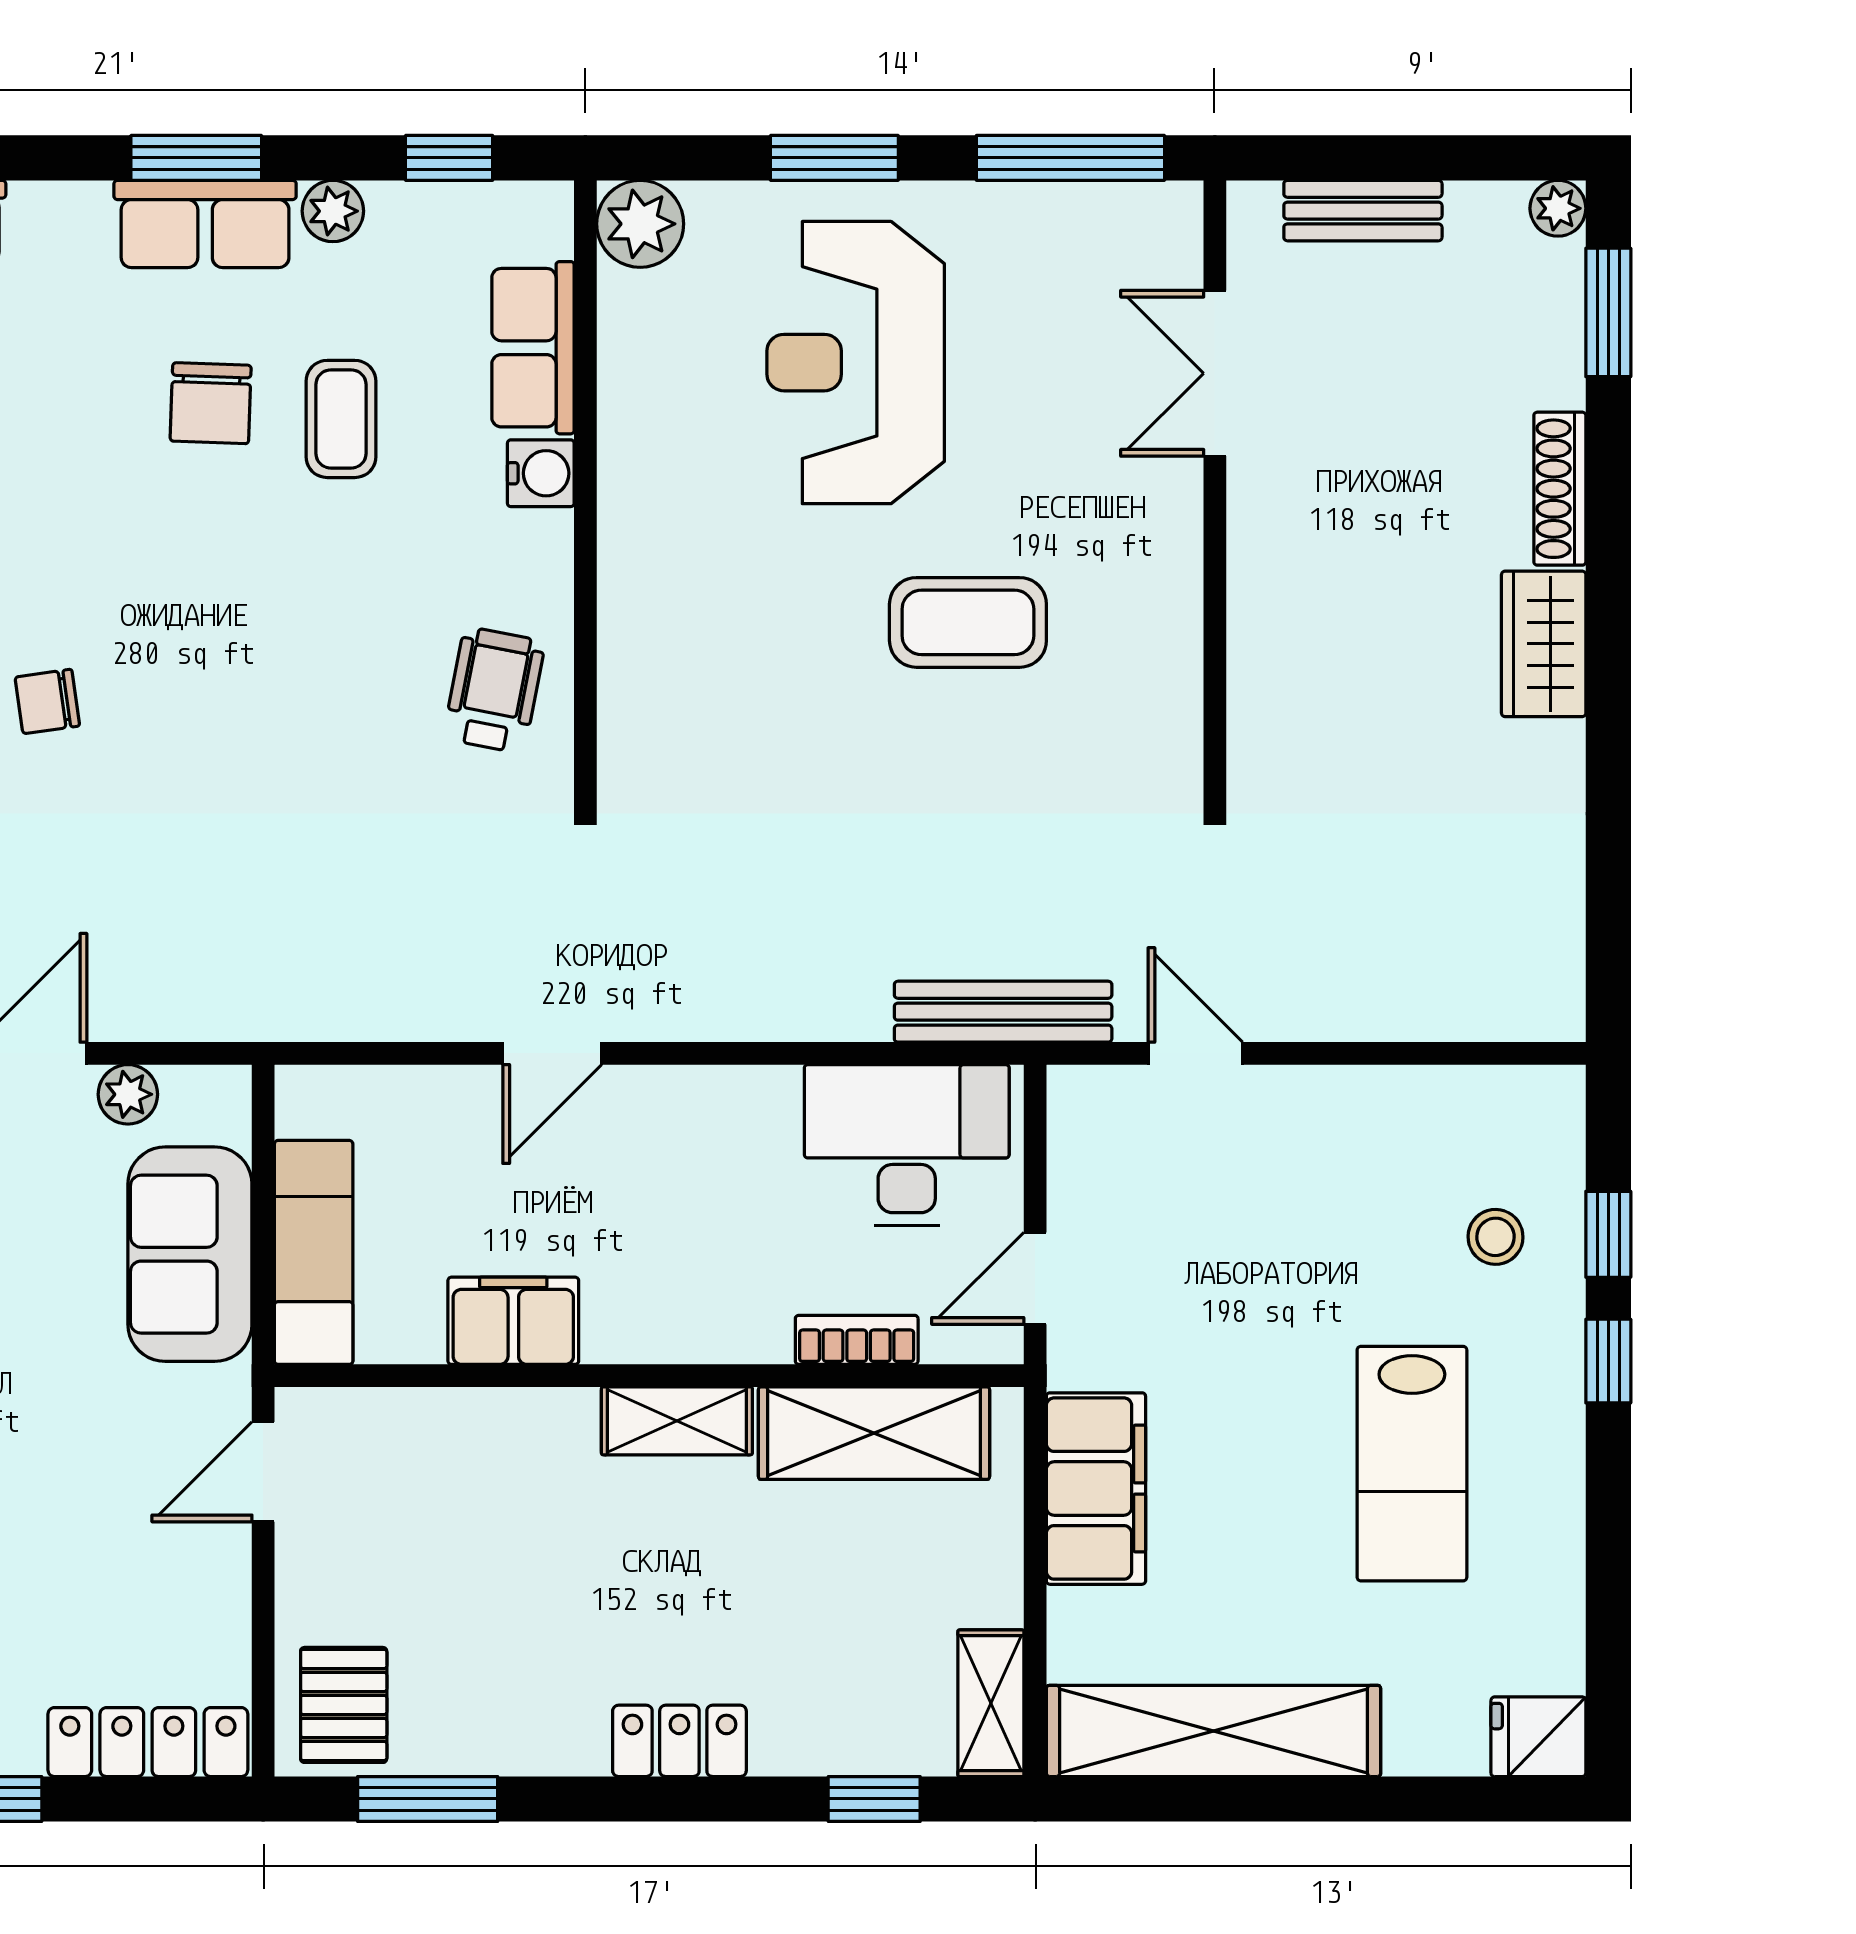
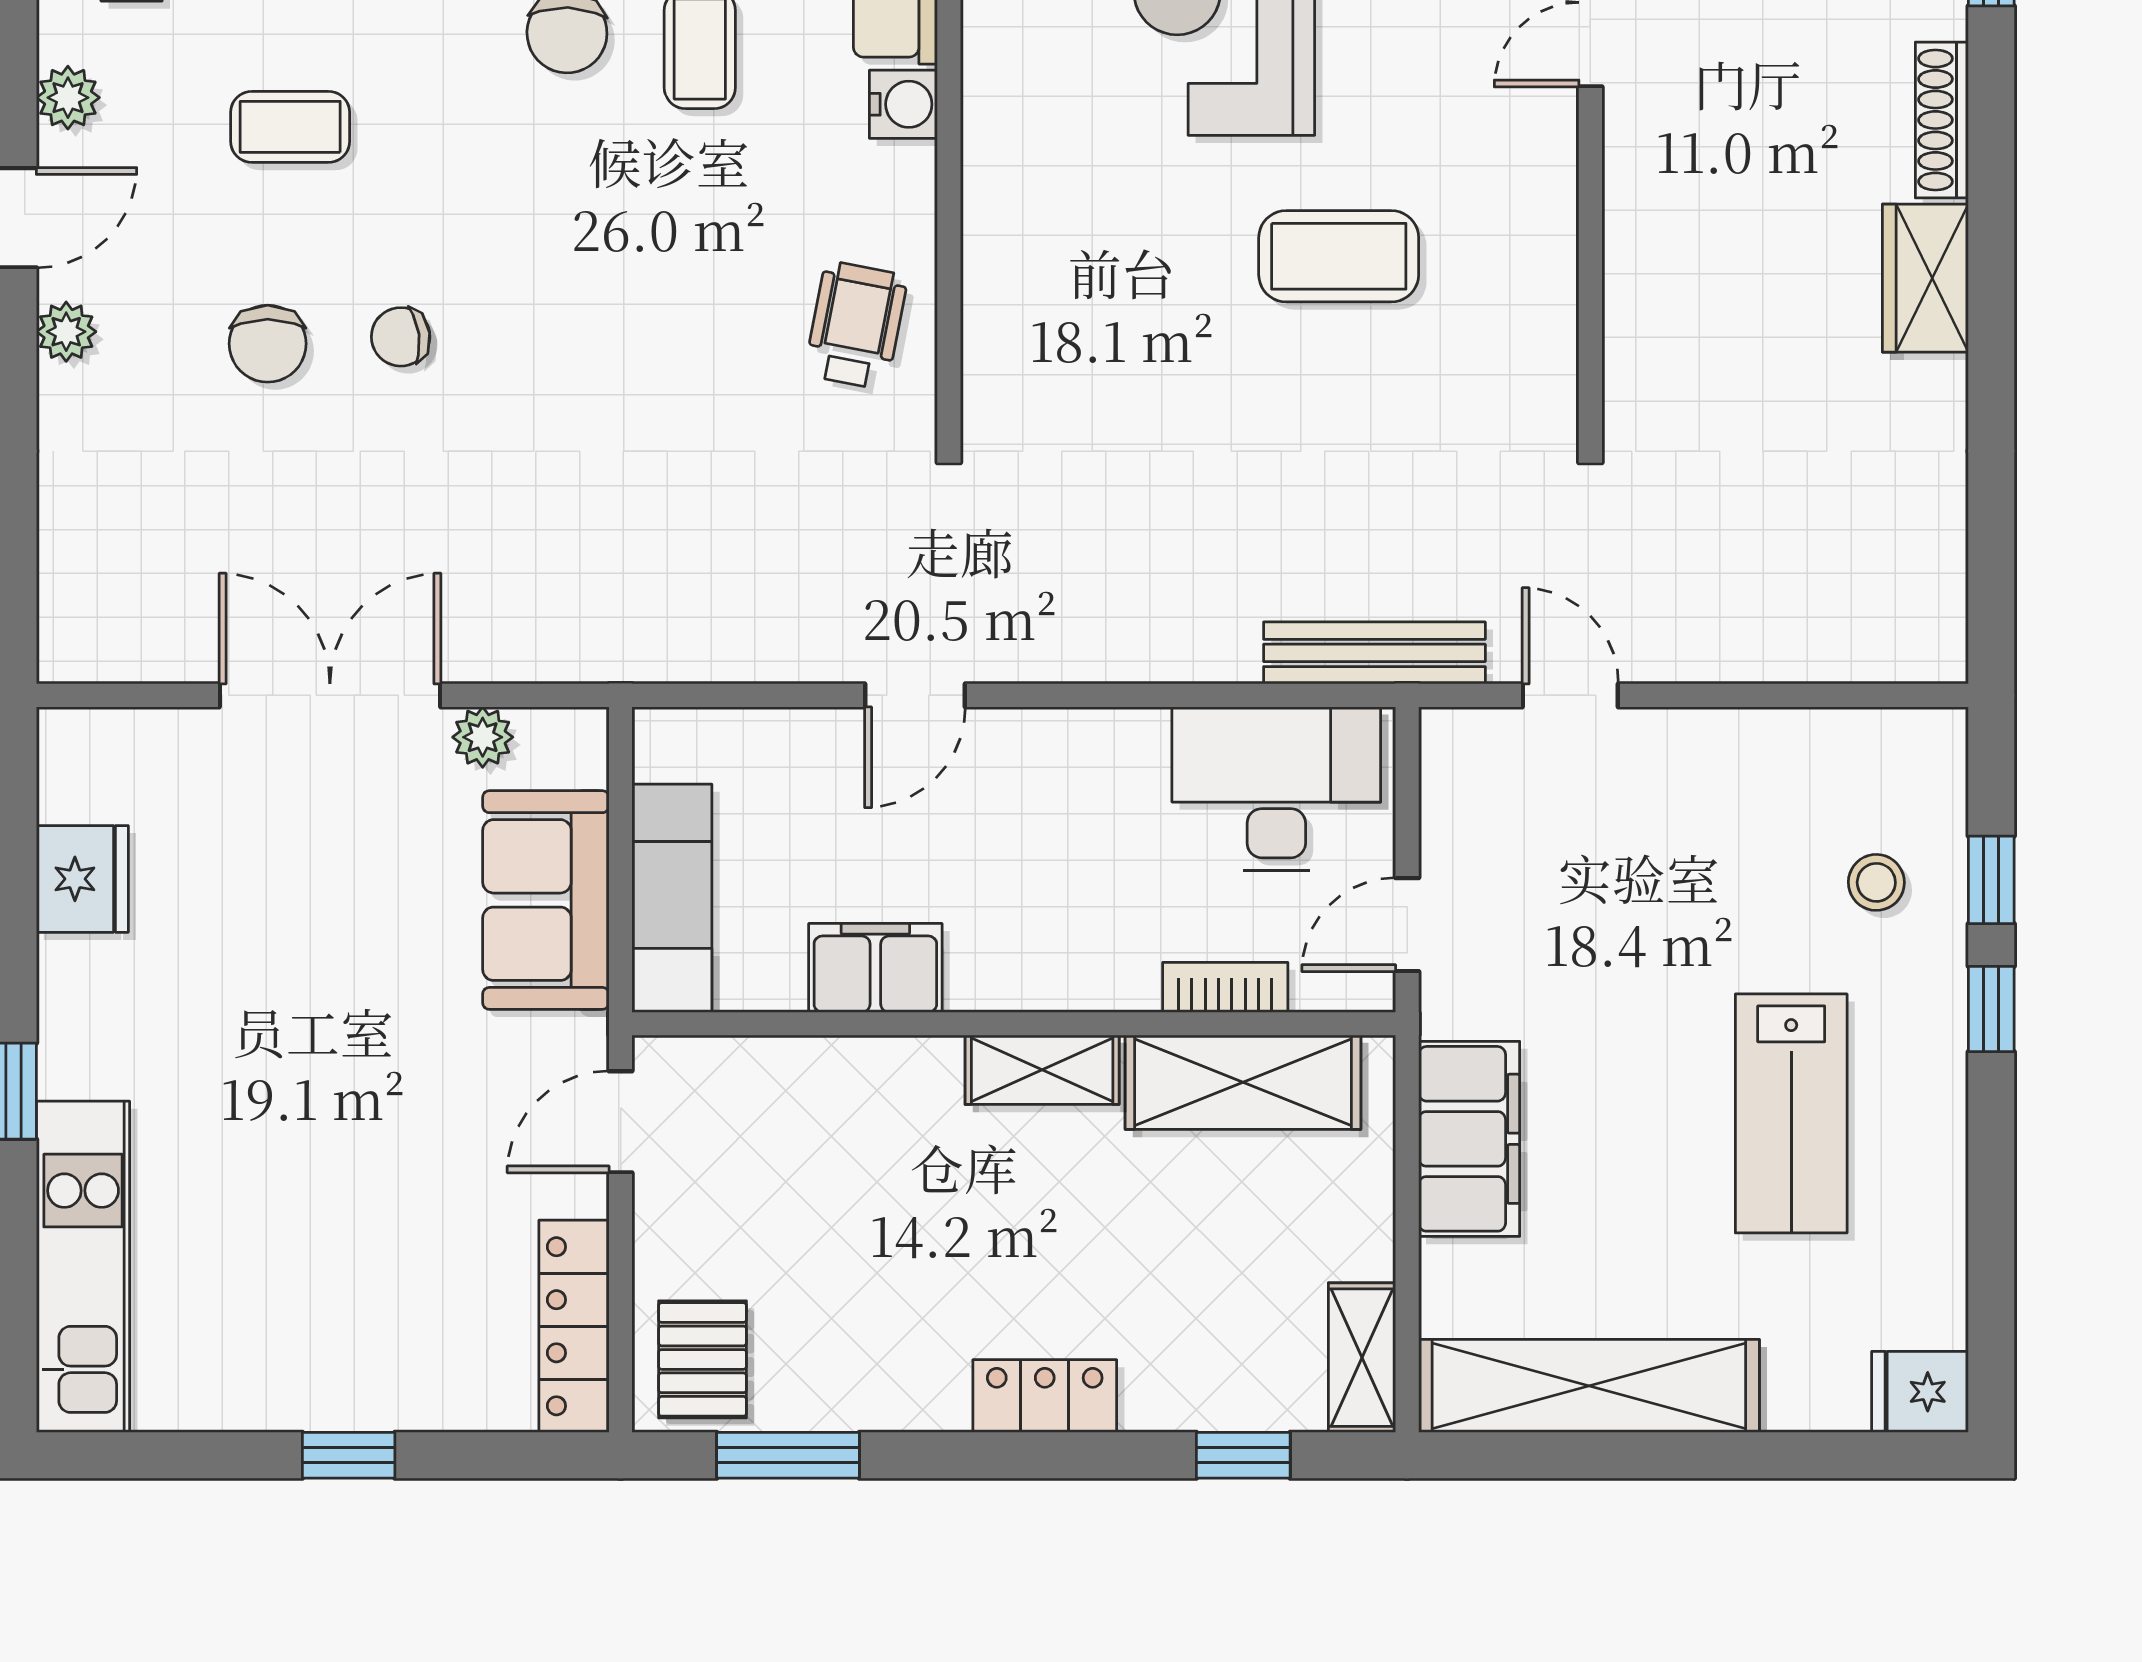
locker: (148, 1742) -> (574, 1326), moved, turned -90

